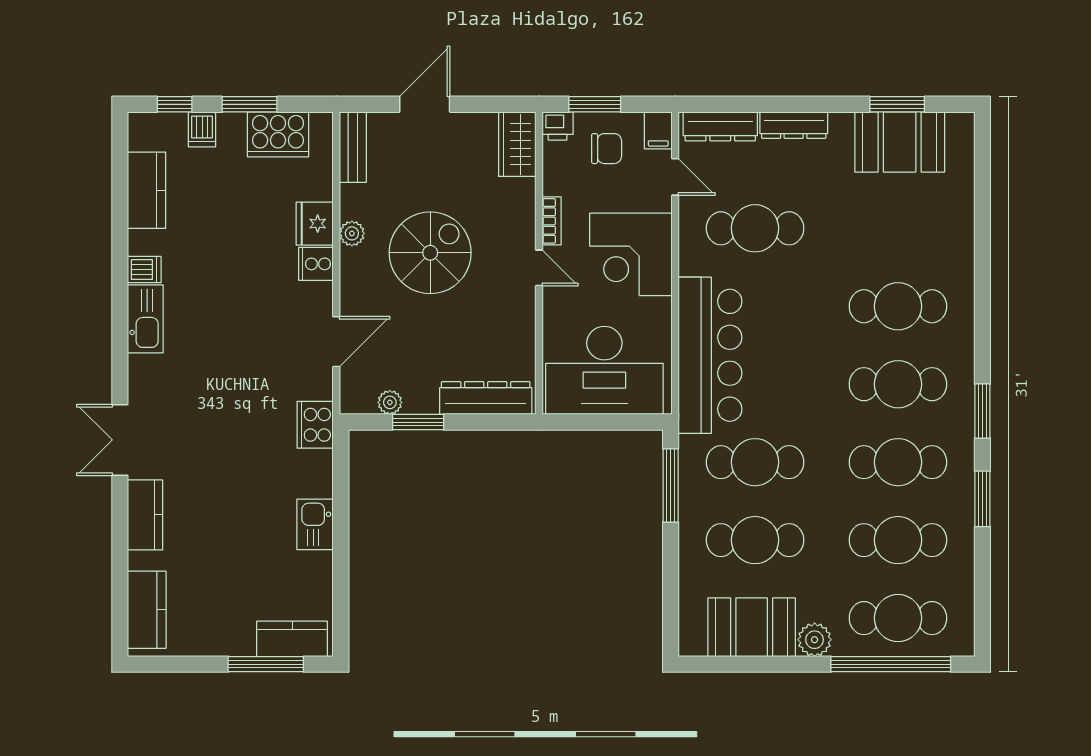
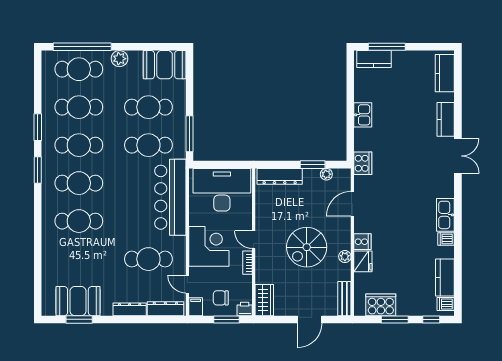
dishwasher: (202, 129) -> (446, 304), moved, turned -90
booth: (752, 627) -> (165, 65), moved

